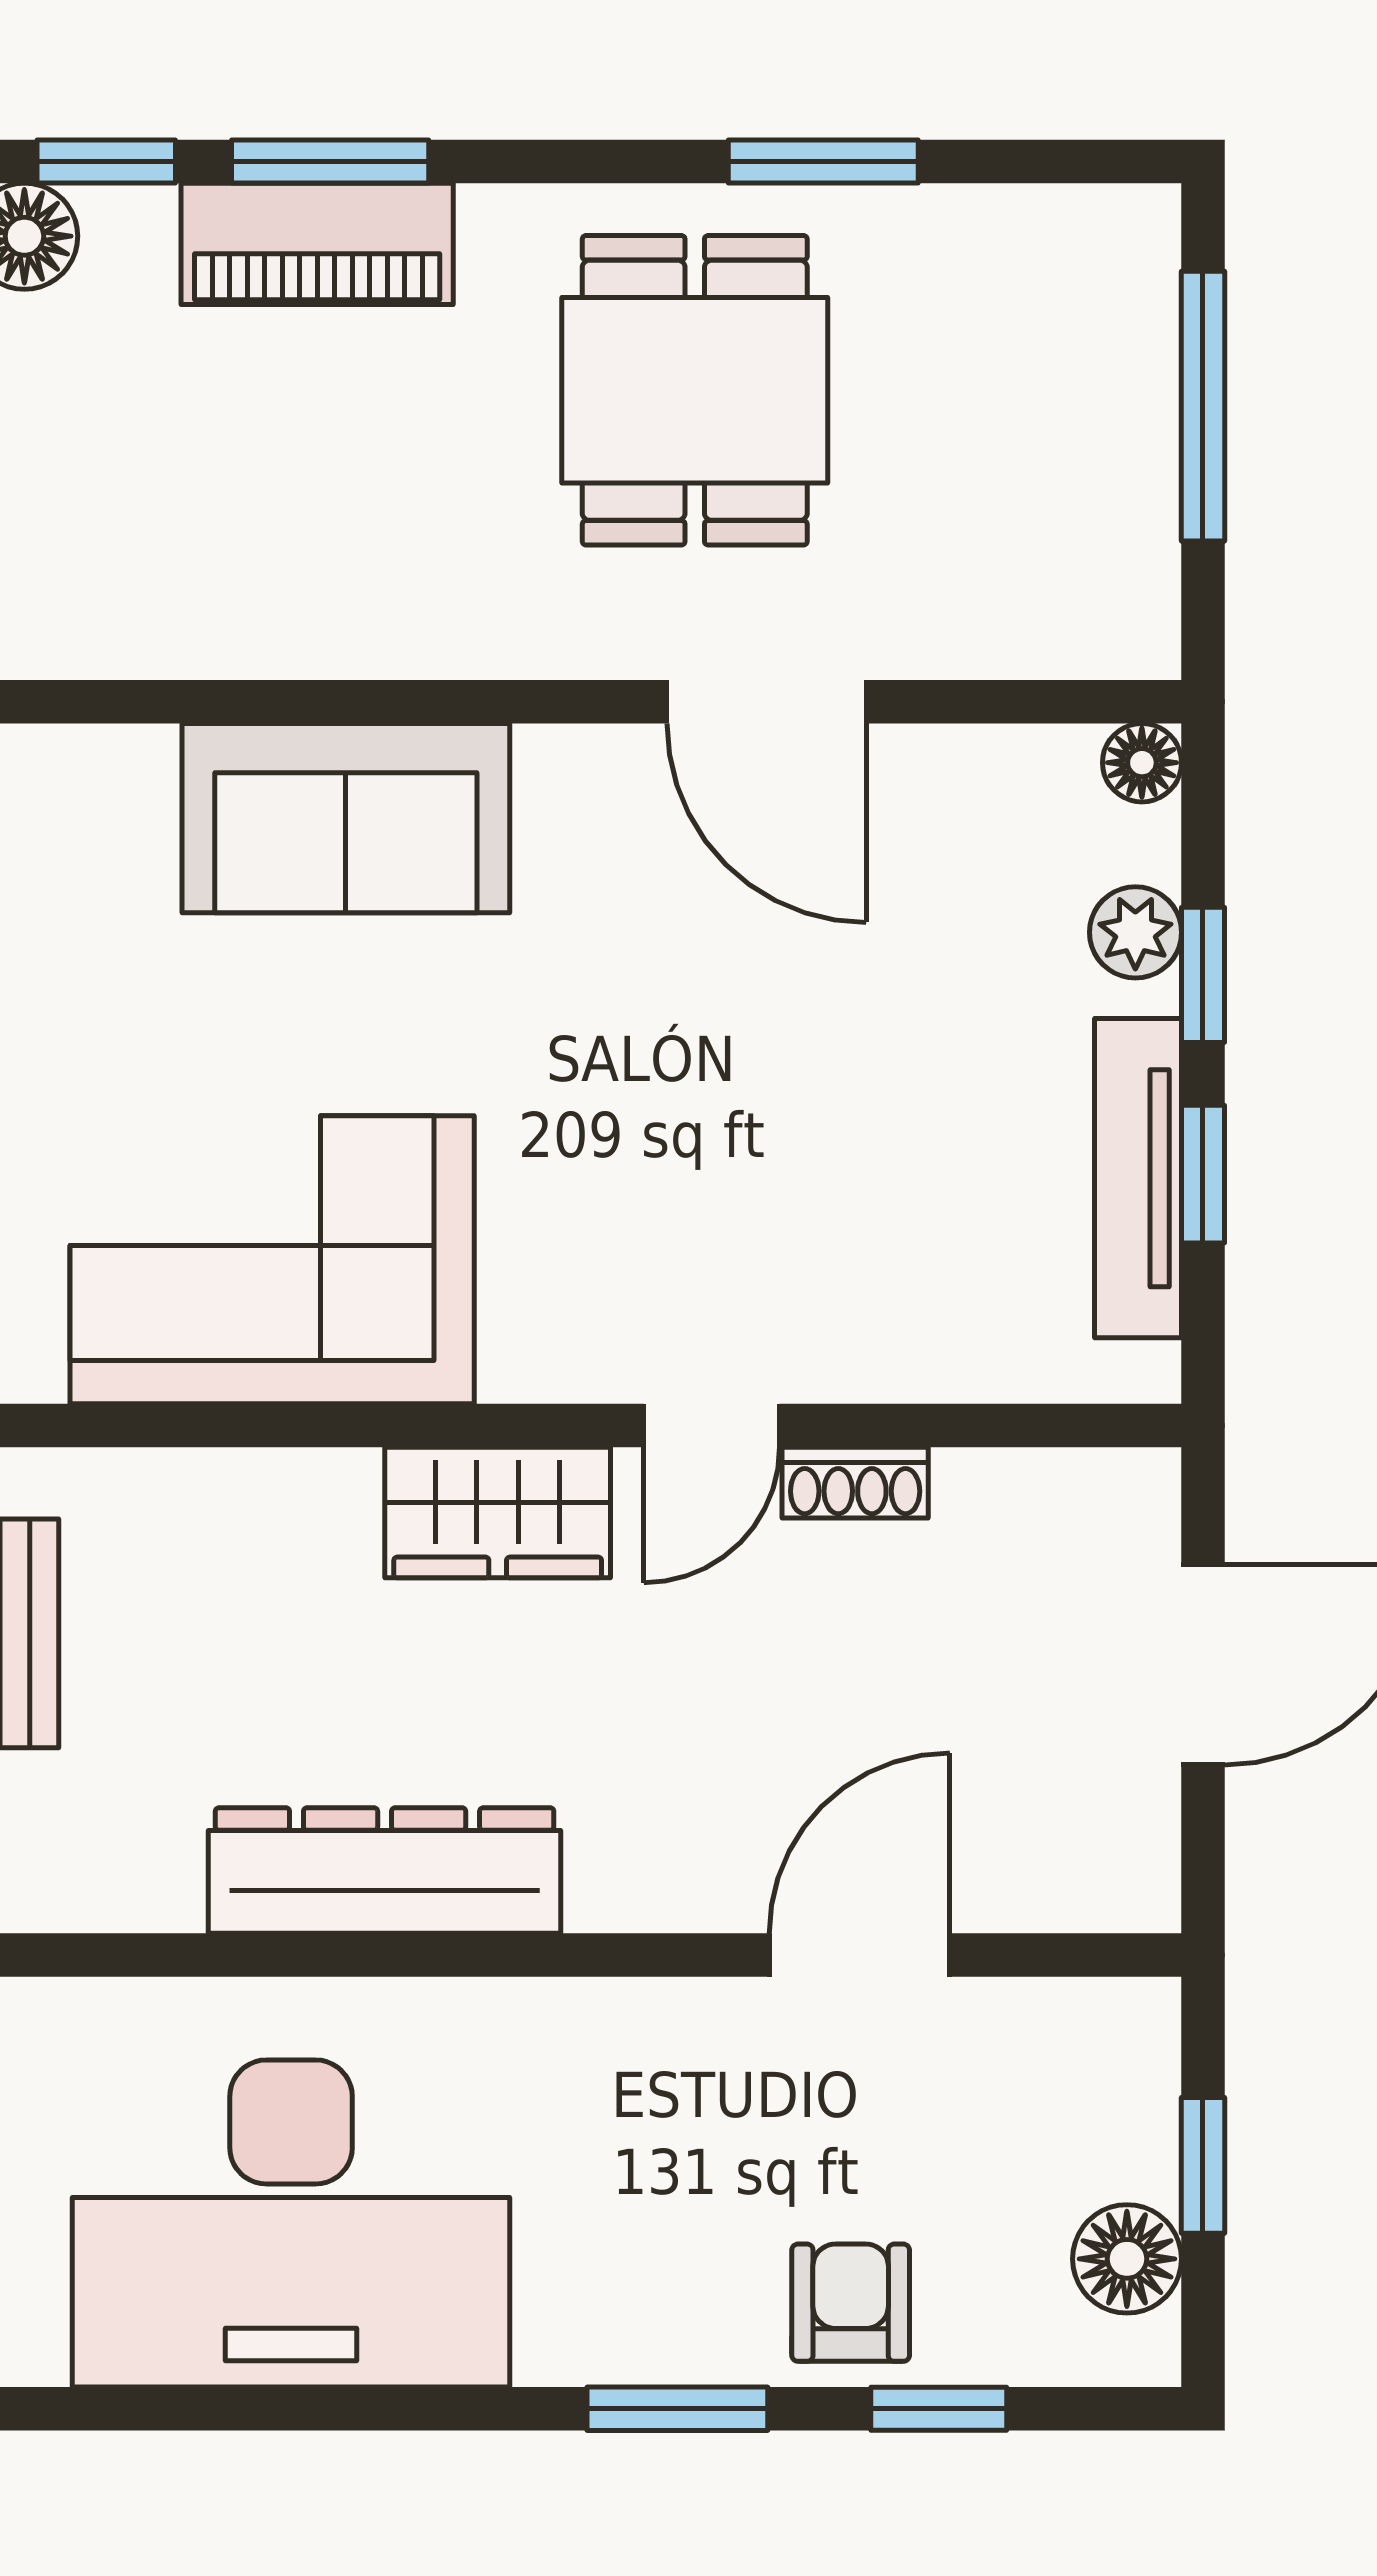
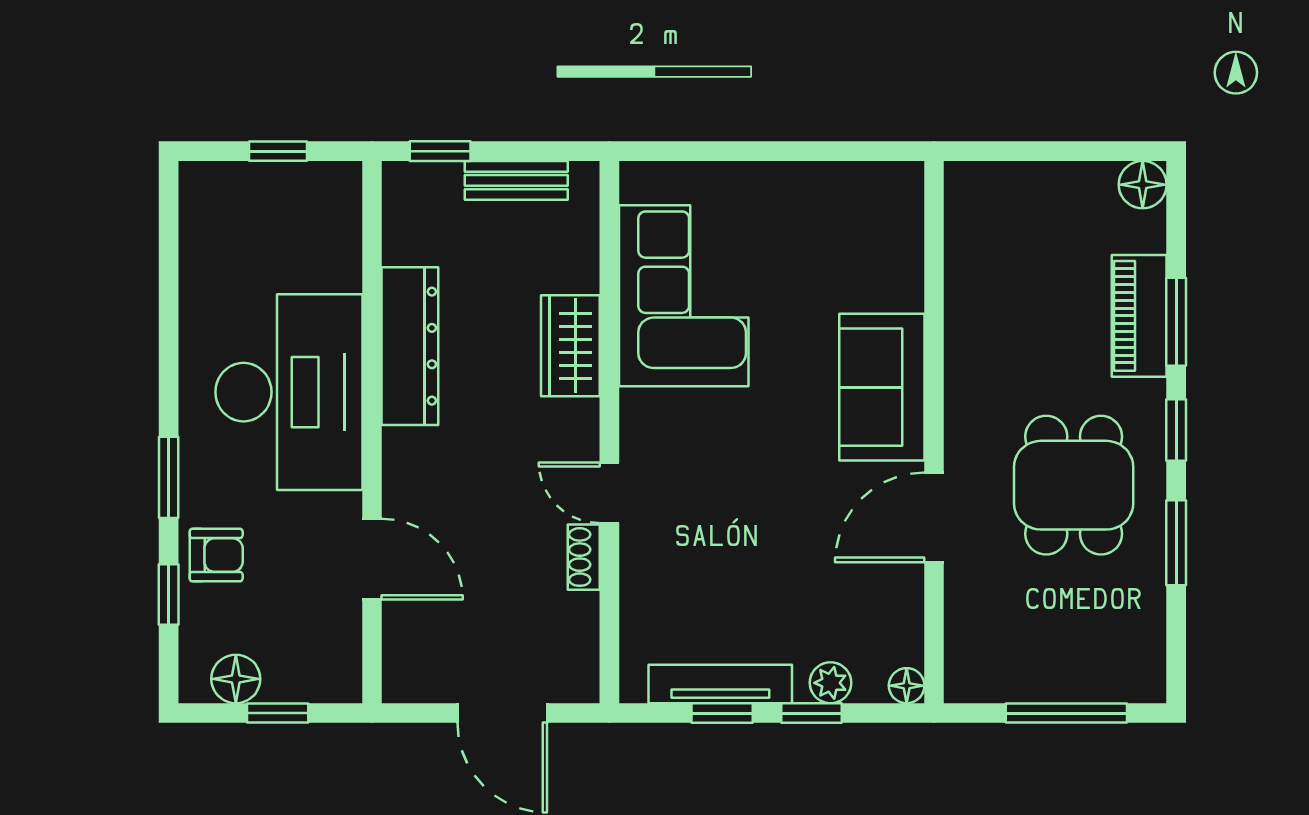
window: (106, 161) -> (1176, 430), moved
dining table: (695, 390) -> (1074, 485), turned 90
sofa: (346, 818) -> (882, 387), moved
wardrobe: (498, 1513) -> (570, 346), moved
desk: (291, 2223) -> (289, 392), moved, turned 180

